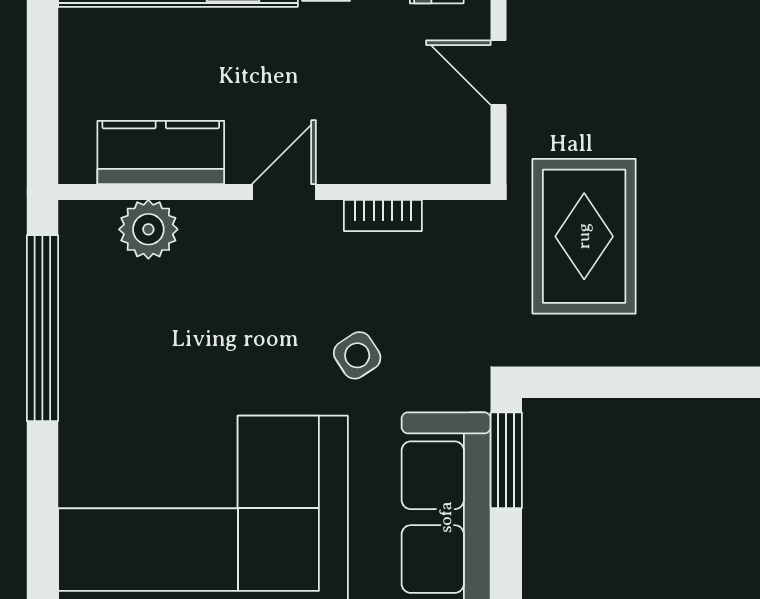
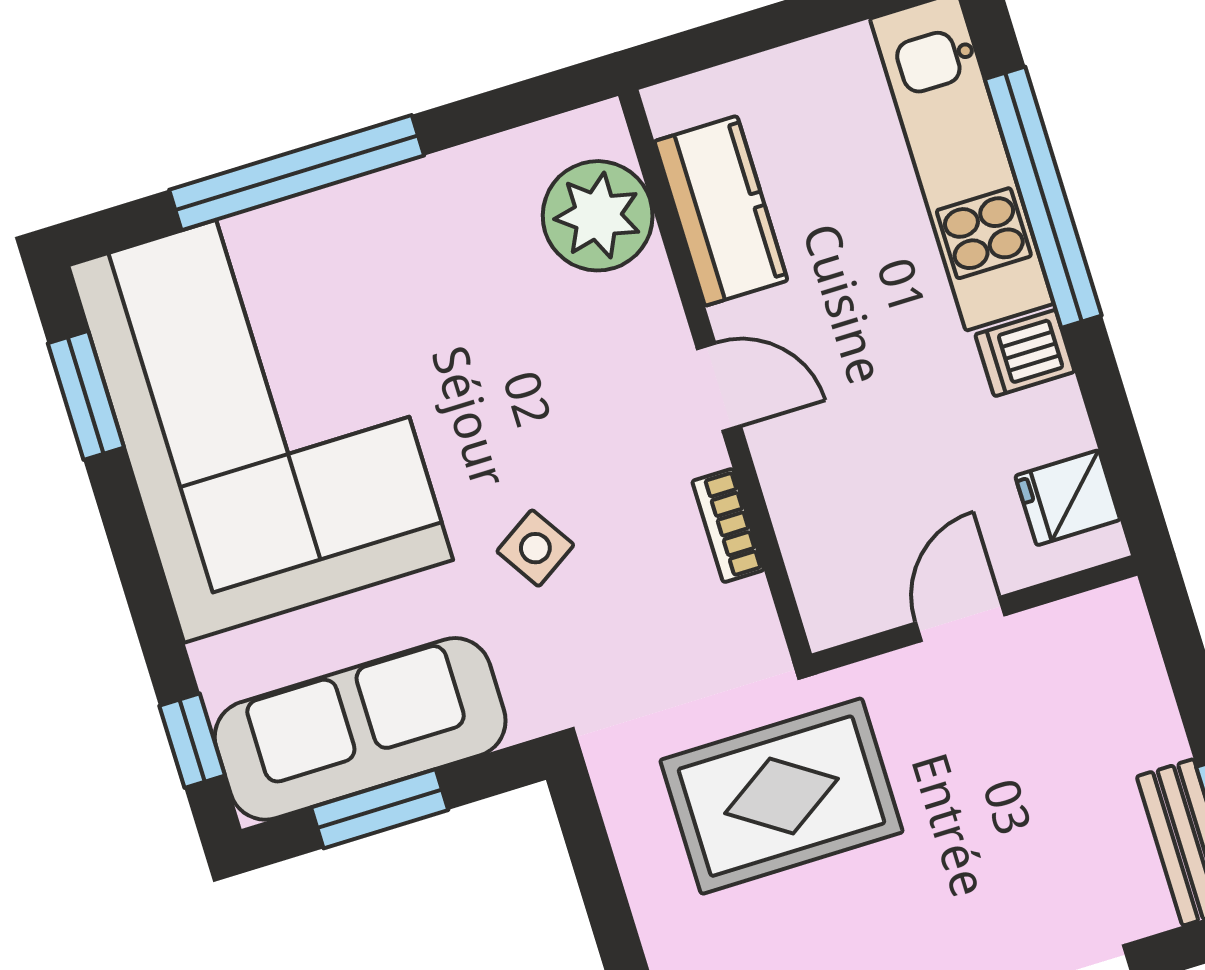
plant: (148, 229) -> (598, 216), width x1.36, depth x1.36
window: (42, 328) -> (297, 173), moved
window: (506, 460) -> (380, 809), moved

